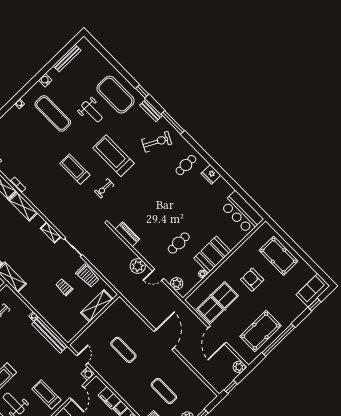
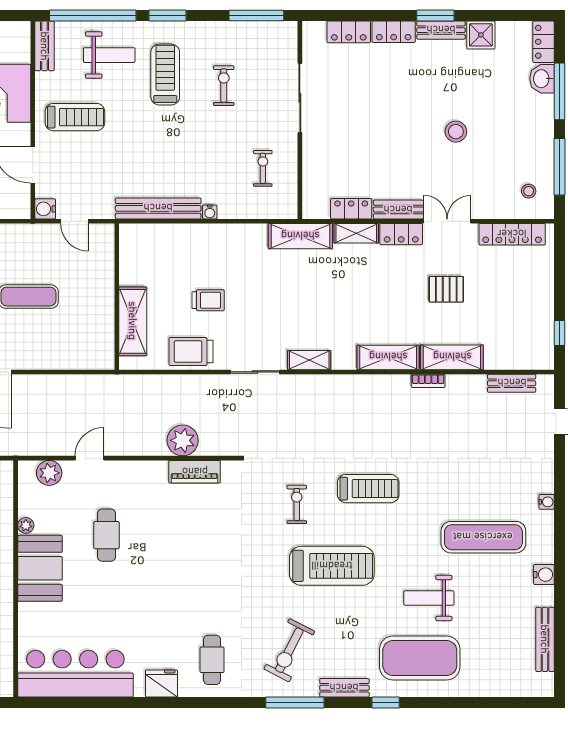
bar counter: (242, 212) -> (75, 674), width x1.36
plant: (138, 266) -> (183, 440), moved

